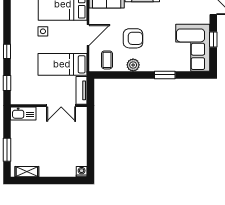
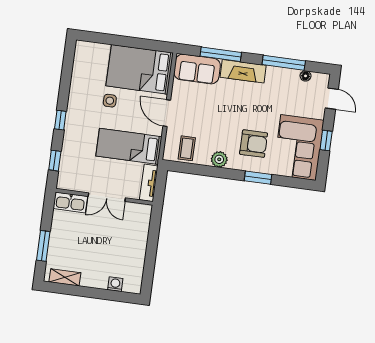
door: (88, 35) -> (167, 113), swing flipped
armchair: (133, 38) -> (254, 144), moved
double door: (61, 106) -> (107, 197), moved
washing machine: (82, 172) -> (115, 284), moved

